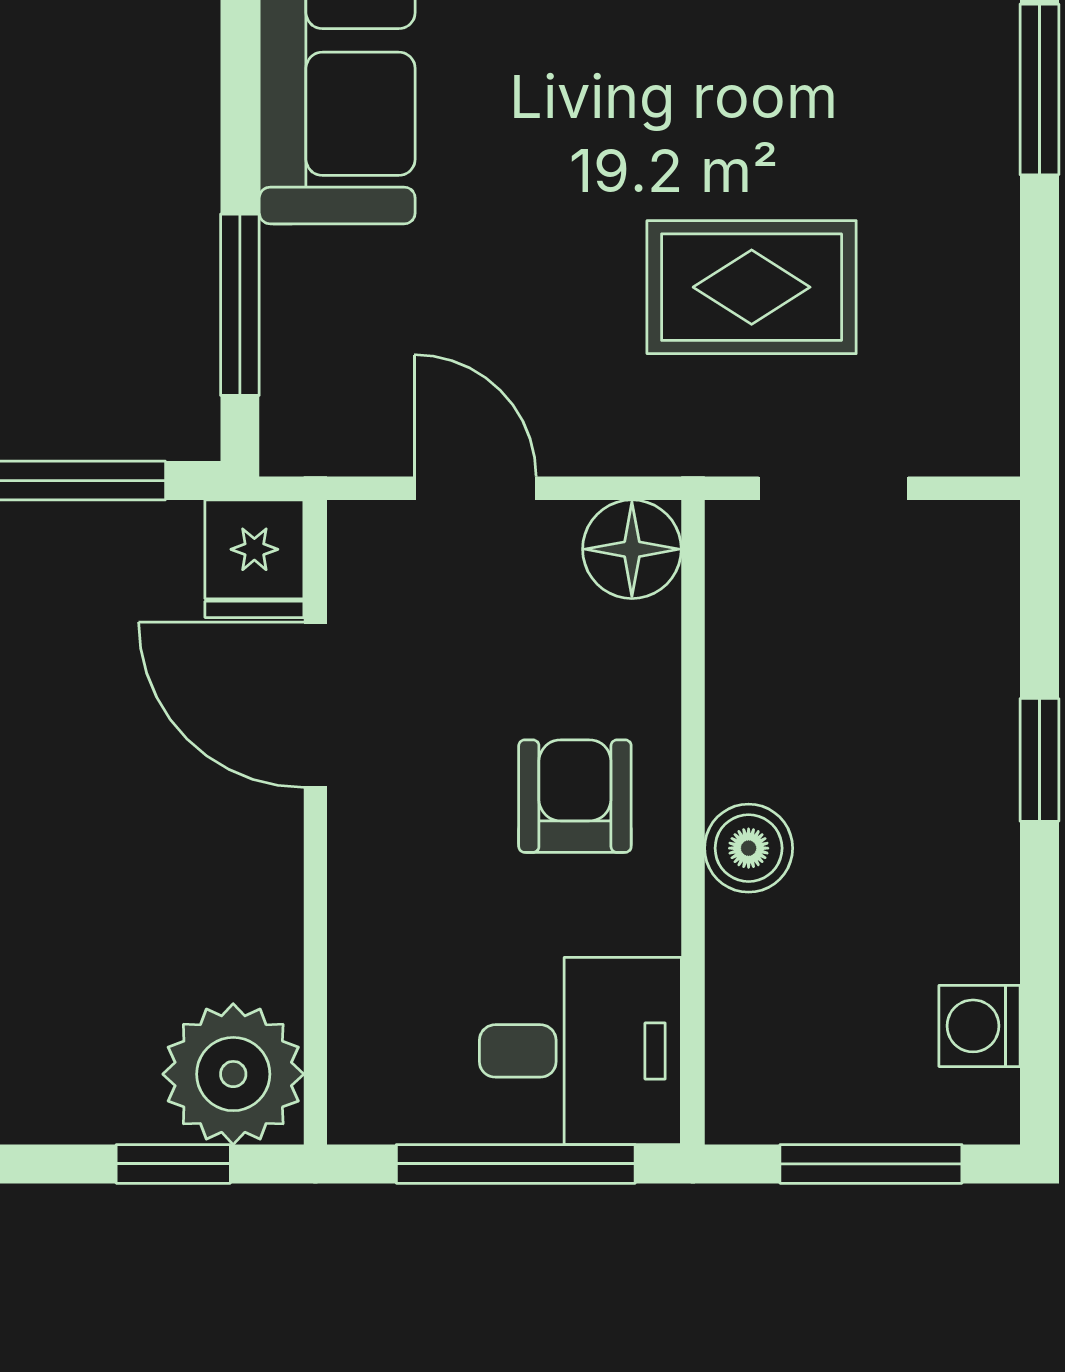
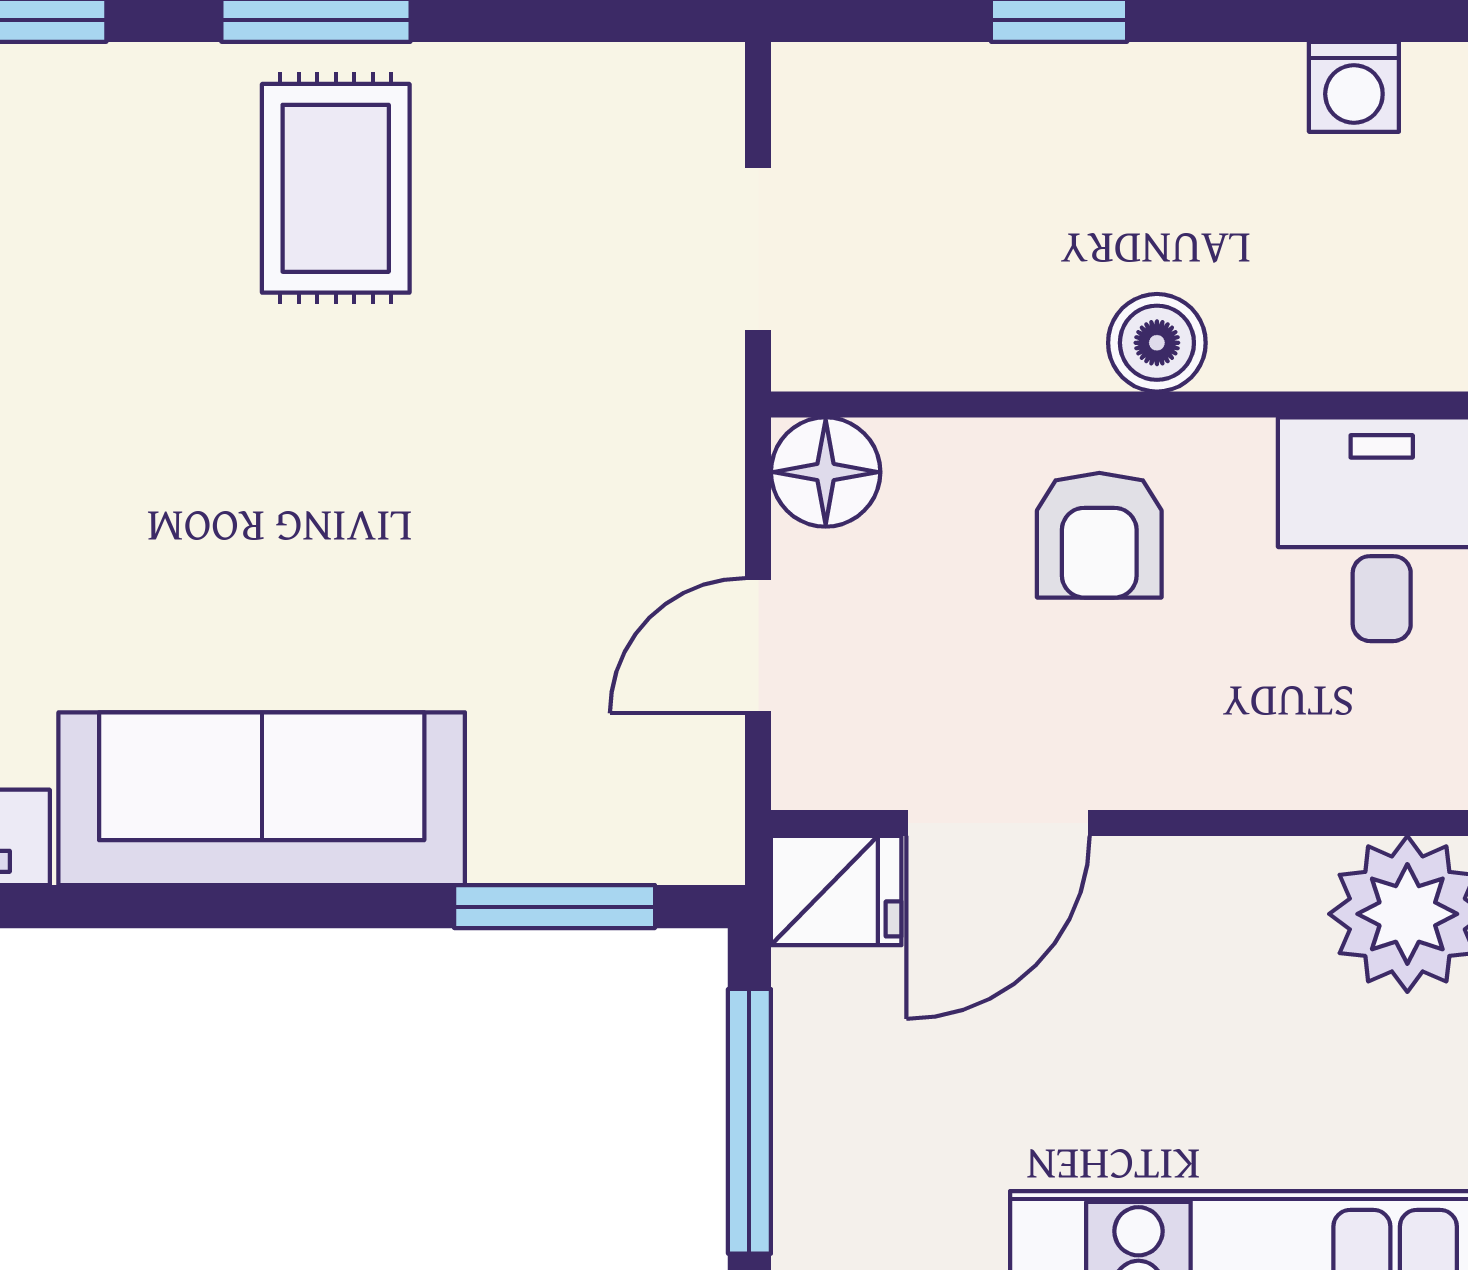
rug: (752, 287) -> (336, 188), moved
armchair: (575, 796) -> (1099, 535), turned -90

